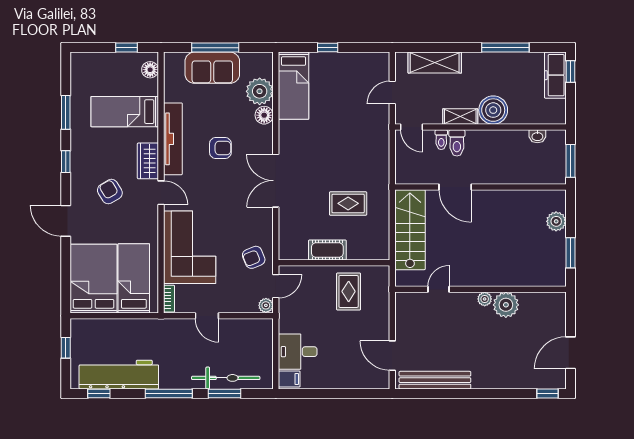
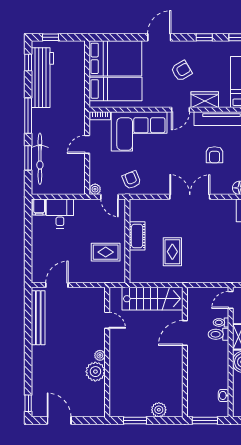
window: (66, 348) -> (51, 37), moved

